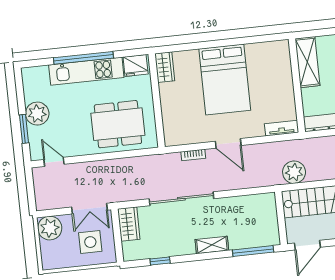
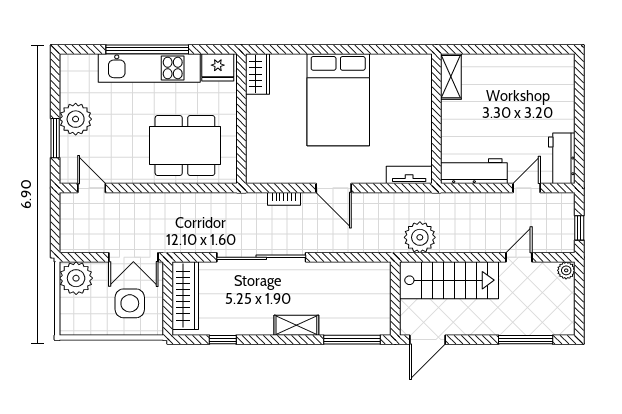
shelving: (307, 62) -> (451, 77), width x0.67, depth x0.75
wardrobe: (129, 224) -> (185, 296), width x1.50

